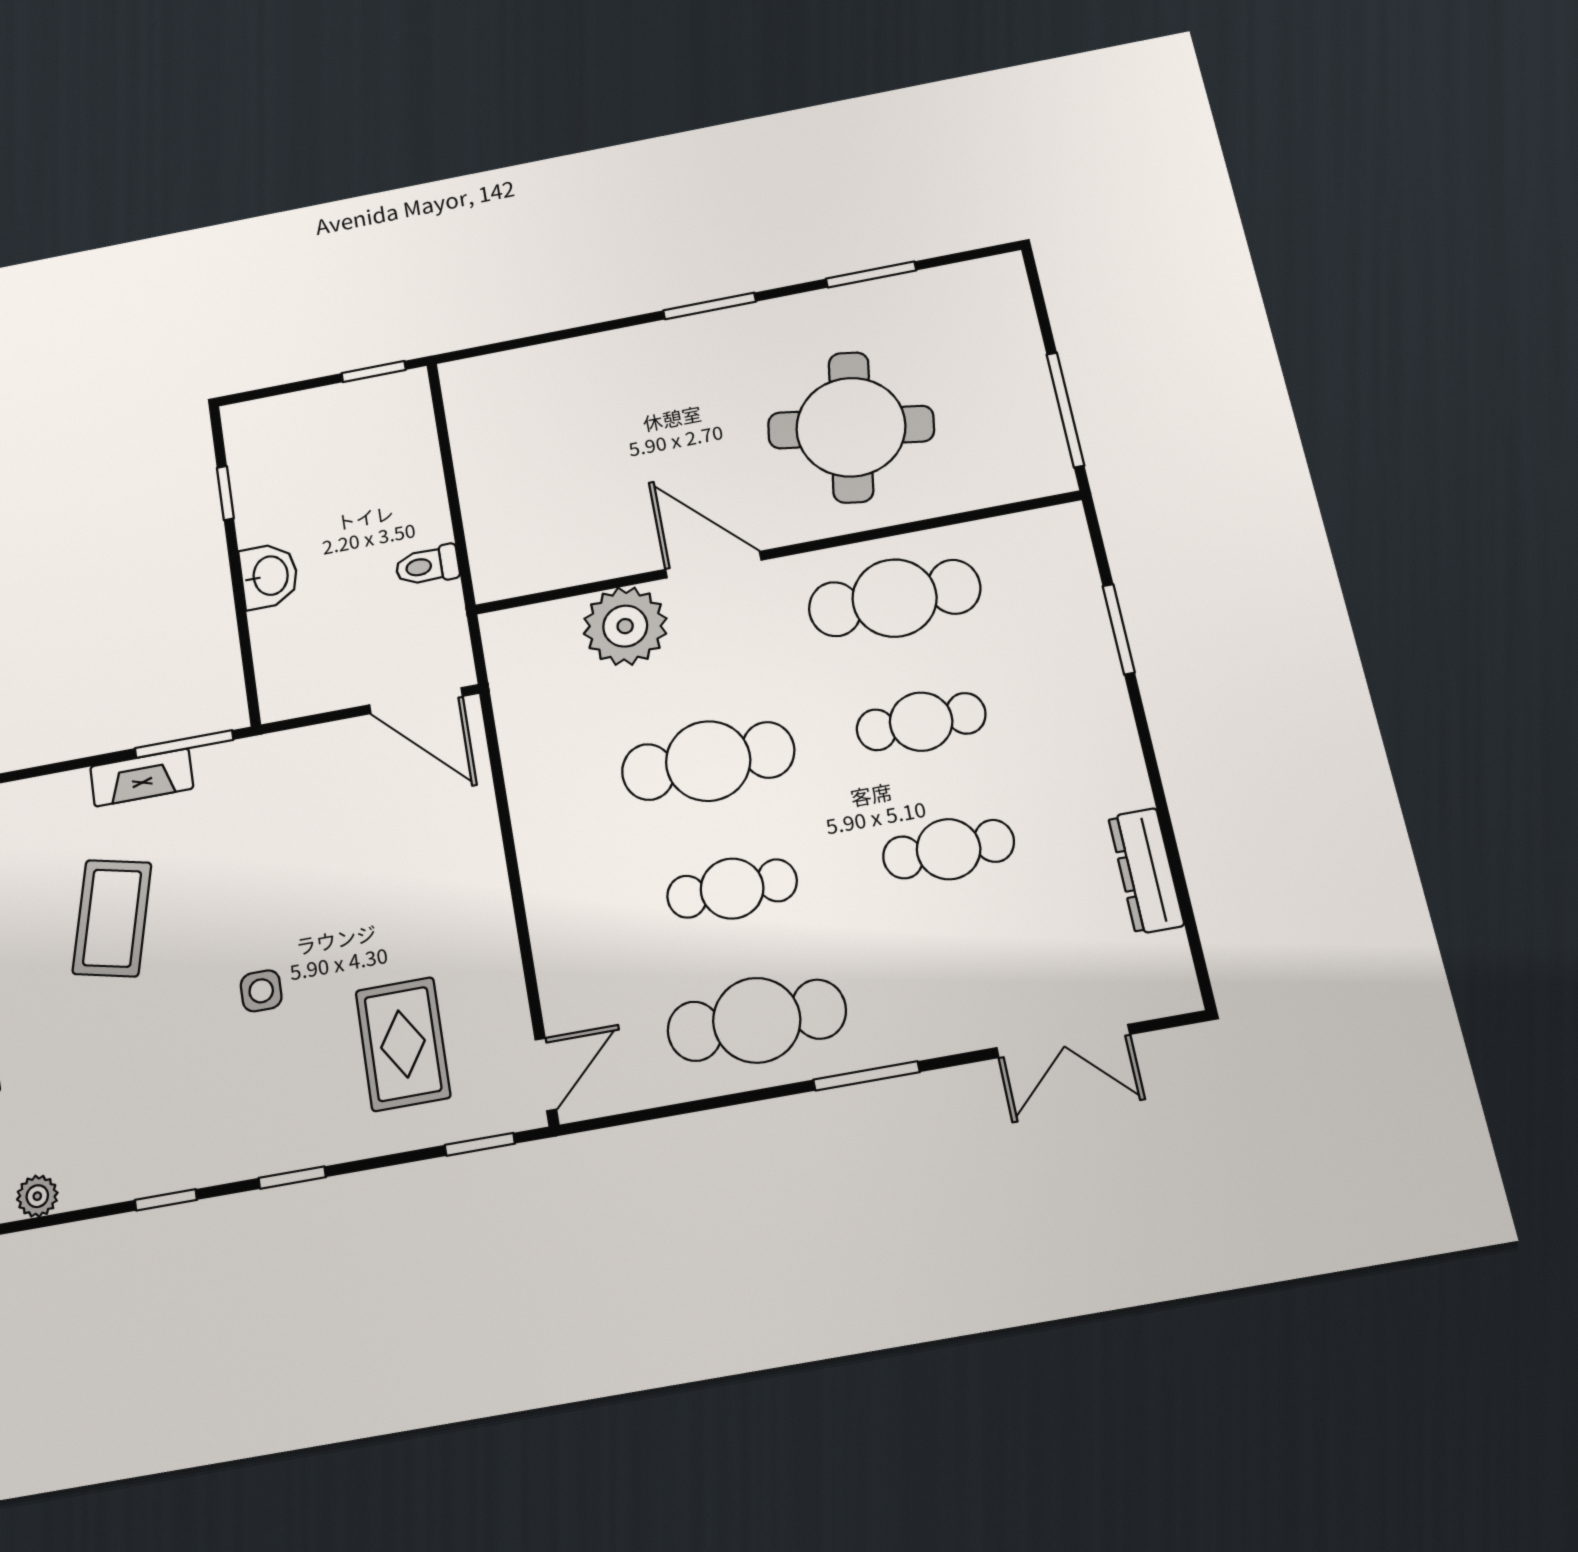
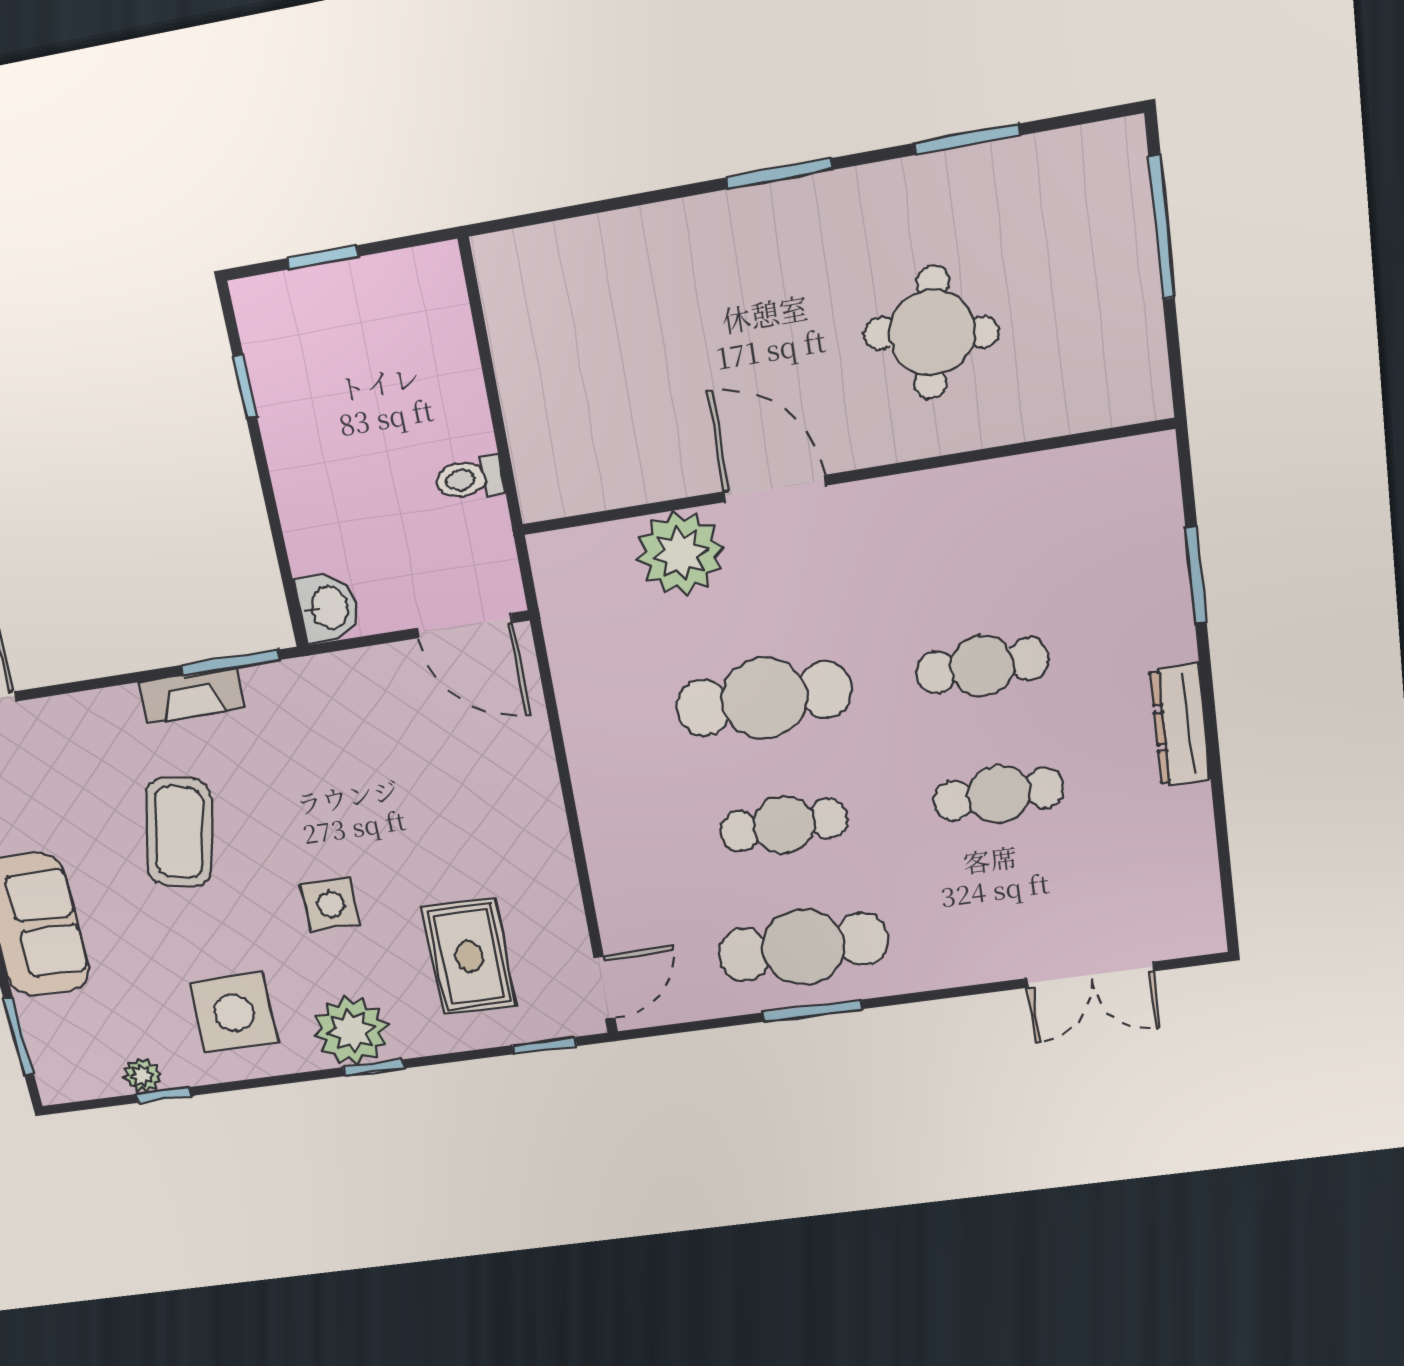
window: (374, 372) -> (323, 257), moved
window: (1065, 410) -> (1162, 228), moved
round table: (851, 427) -> (932, 333), width x0.73, depth x0.73
washbasin: (269, 576) -> (328, 608), moved
cafe table: (895, 598) -> (965, 533), removed
dresser: (1146, 871) -> (1180, 725), moved
side table: (261, 991) -> (331, 904), width x1.37, depth x1.37
window: (866, 1076) -> (813, 1011), moved
side table: (146, 1117) -> (234, 1012), added
plant: (271, 1134) -> (351, 1030), added
window: (166, 1200) -> (163, 1095), moved

